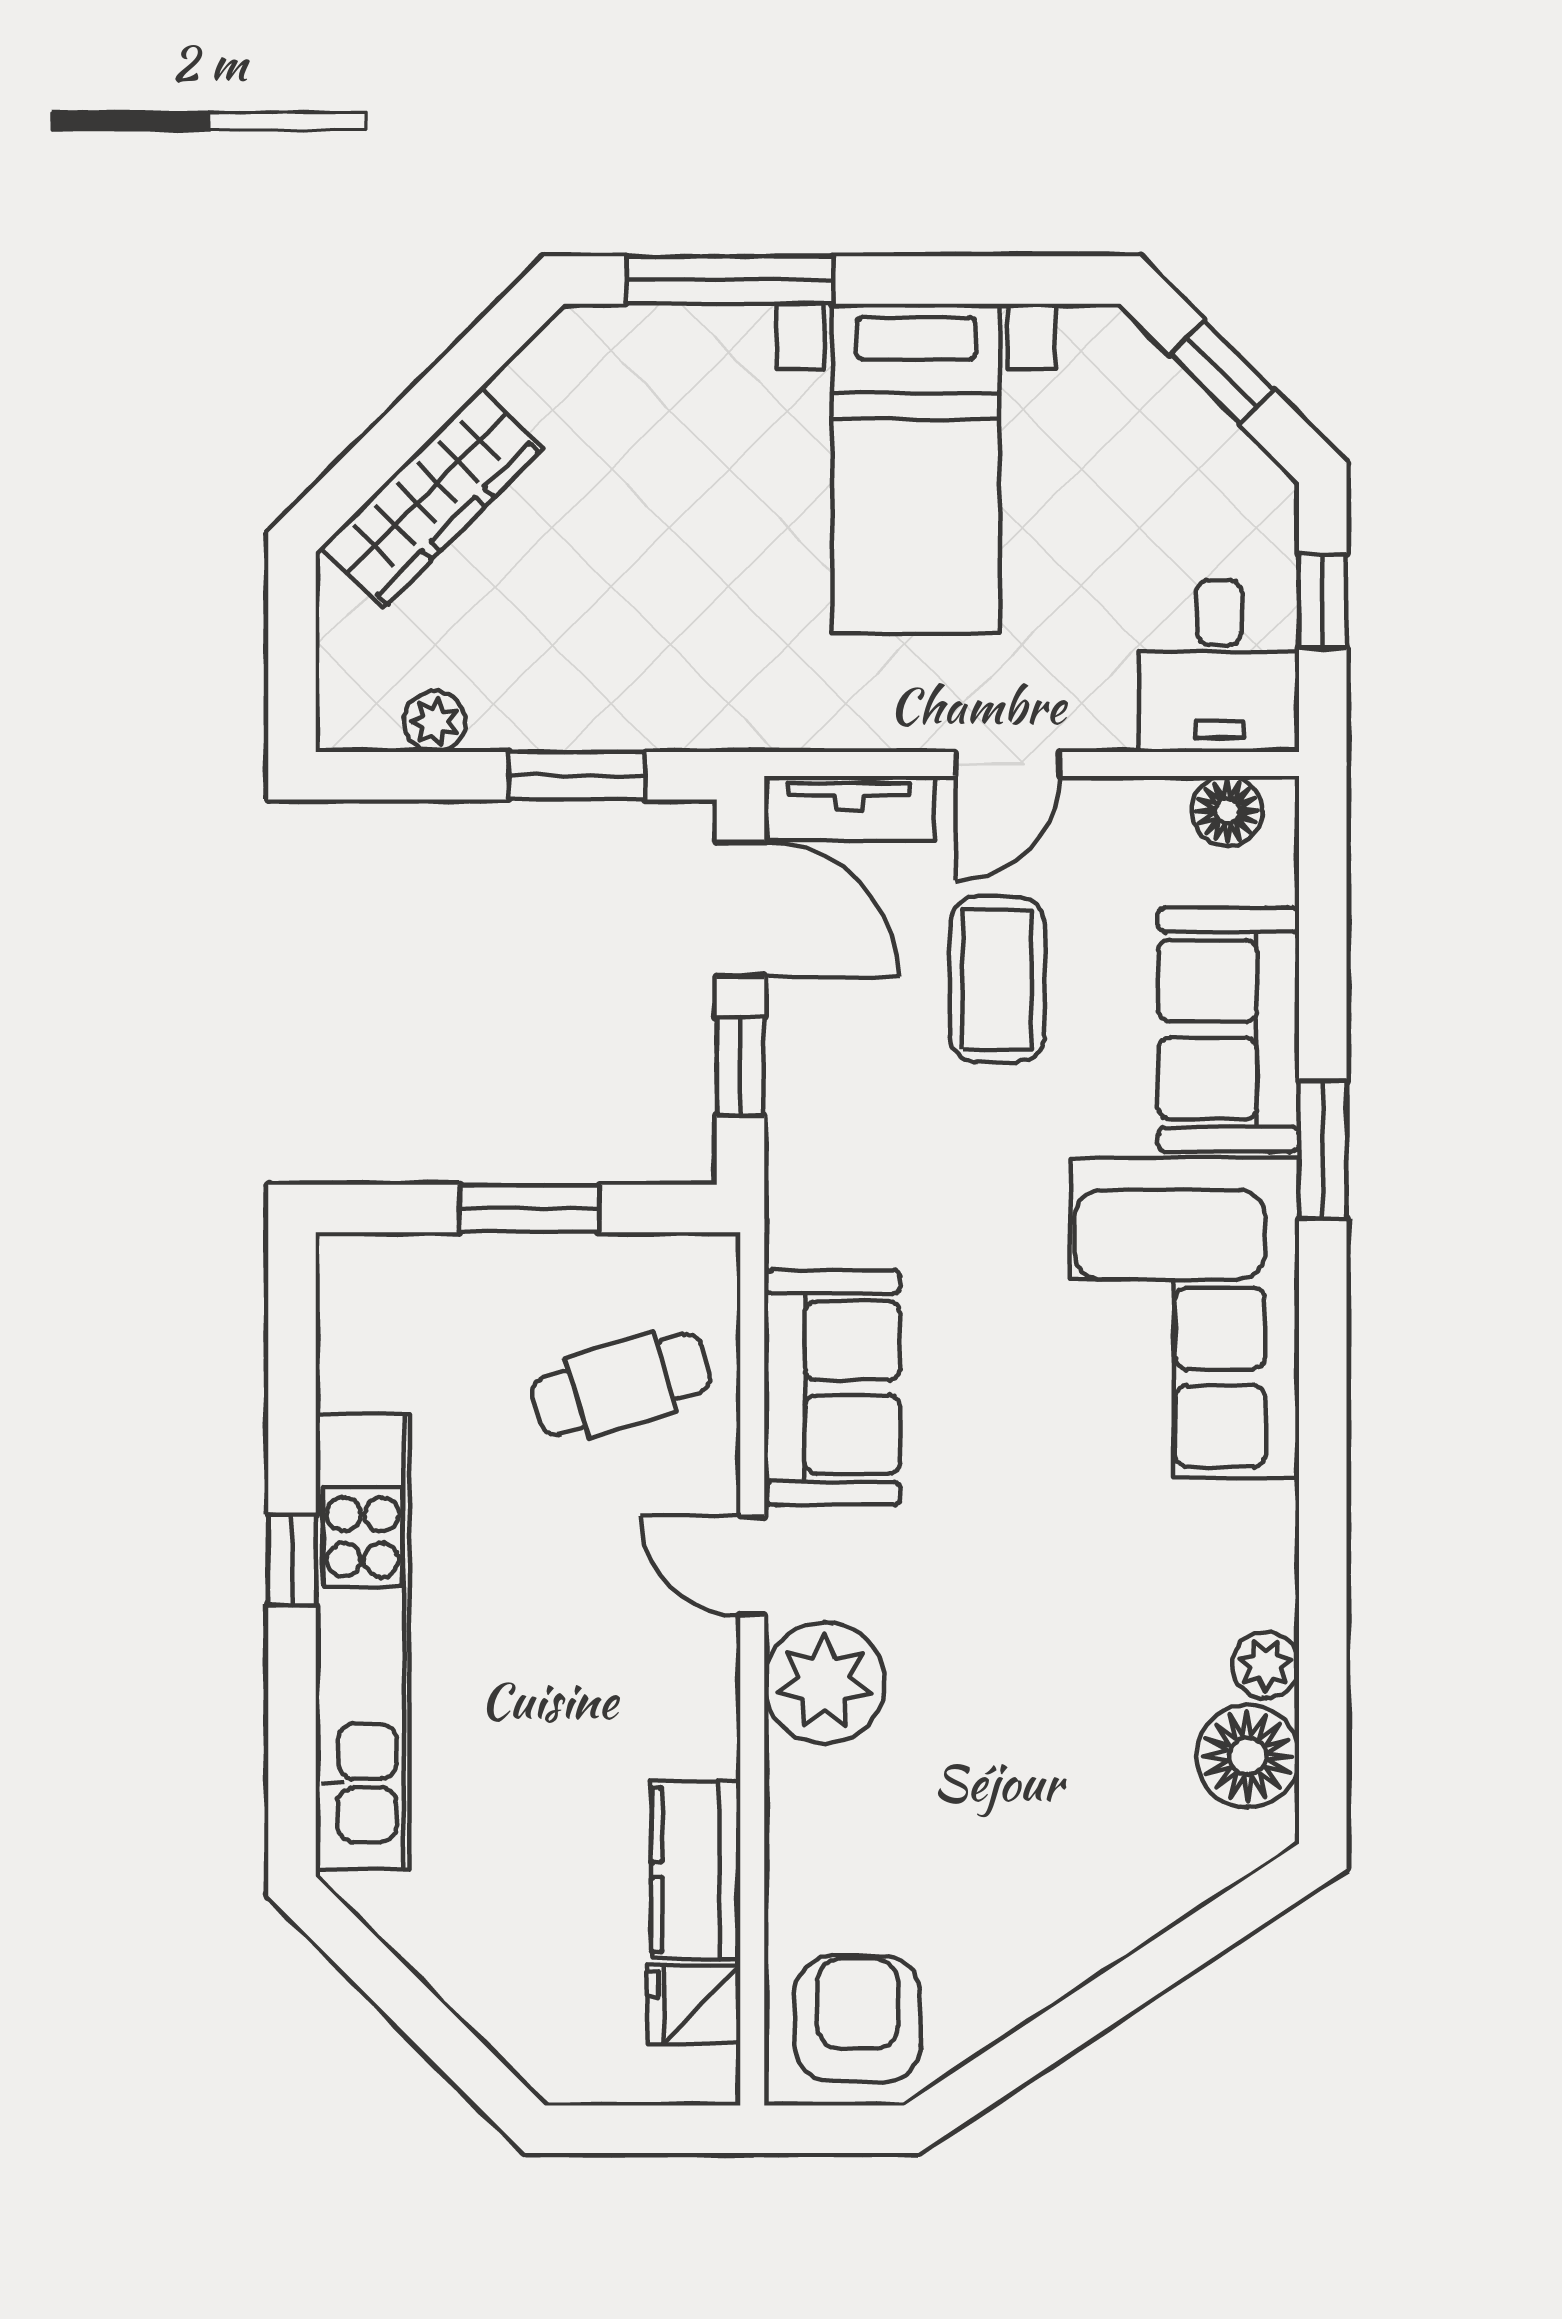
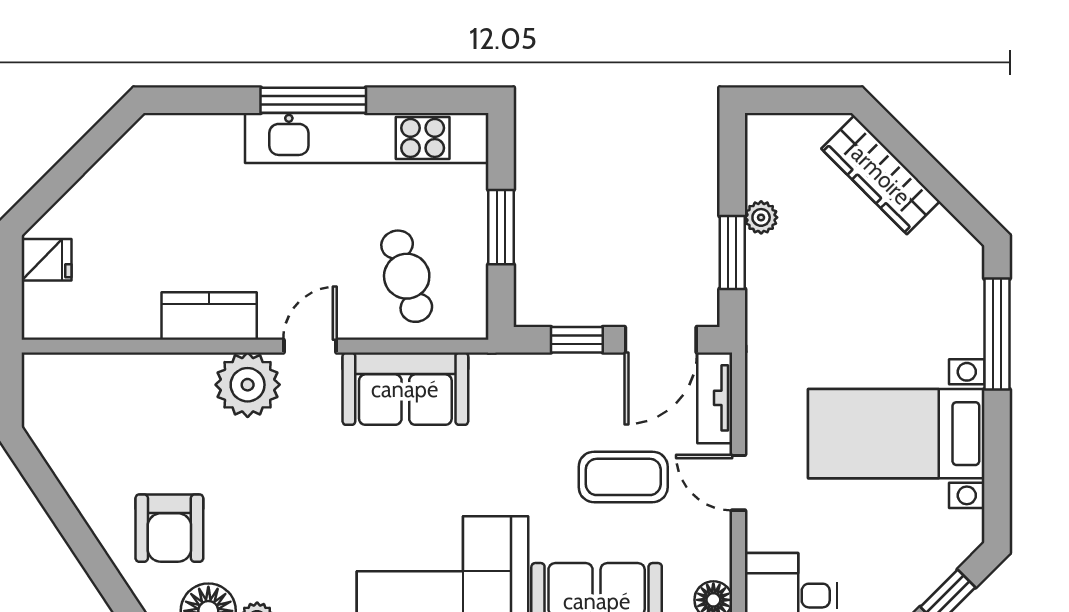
plant: (435, 722) -> (761, 217), moved
window: (292, 1560) -> (313, 100), width x2.17
kitchen unit: (363, 1642) -> (367, 138), moved
kitchen counter: (696, 1870) -> (209, 316), moved
fridge: (694, 2004) -> (47, 260), moved, turned 90
armchair: (858, 2019) -> (169, 528), moved, turned 90

